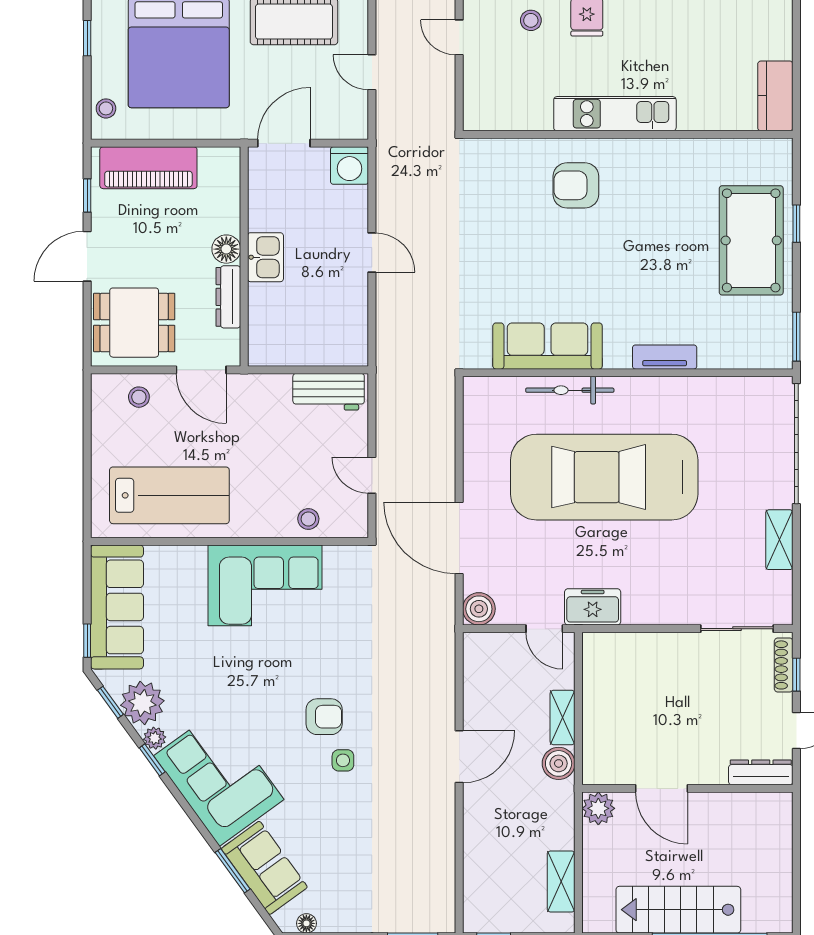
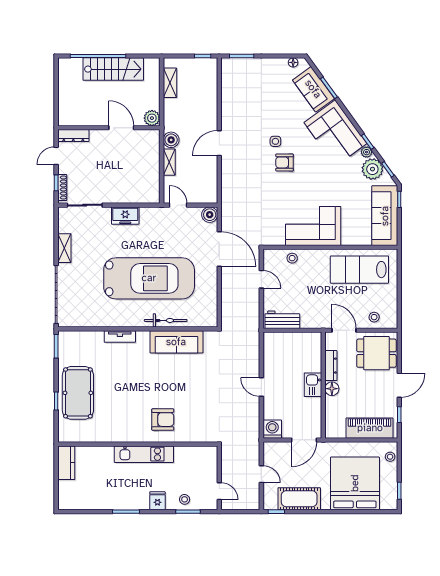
freezer: (593, 607) -> (125, 216), moved

